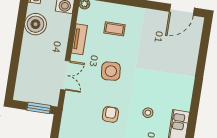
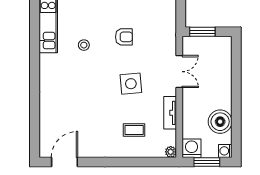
double door: (65, 75) -> (179, 72), swing flipped
armchair: (110, 114) -> (124, 37), turned -90

